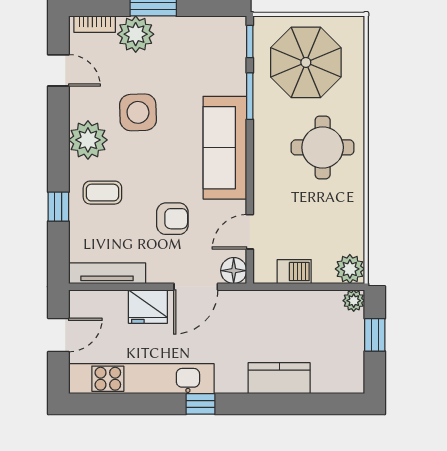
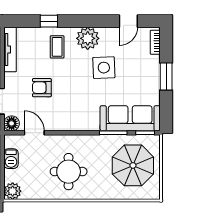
plant: (136, 34) -> (149, 66), removed
round table: (323, 147) -> (69, 172), moved
sofa: (225, 148) -> (130, 118), moved
armchair: (172, 219) -> (42, 88), turned 90

